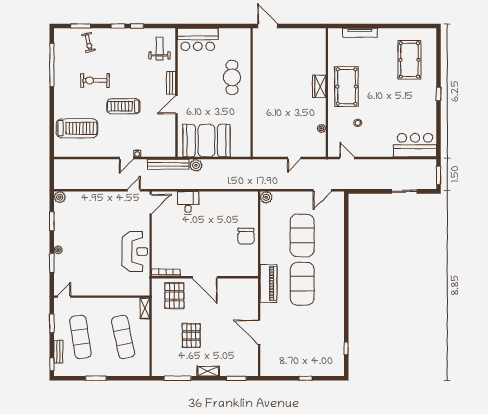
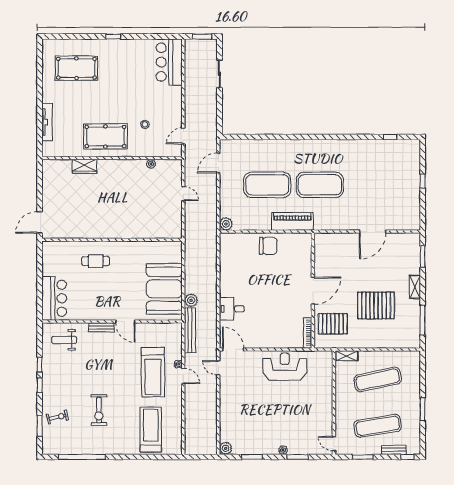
cafe table: (232, 77) -> (96, 261), width x0.73, depth x0.74
wardrobe: (319, 86) -> (85, 166), moved
treadmill: (123, 106) -> (153, 372), moved, width x1.37, depth x1.38
door: (322, 190) -> (218, 163), swing flipped
piano: (269, 284) -> (292, 221), moved
pallet: (191, 336) -> (376, 306), width x1.37, depth x1.41

